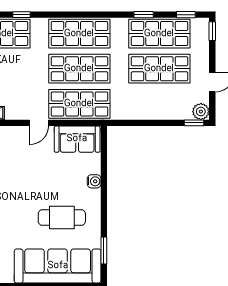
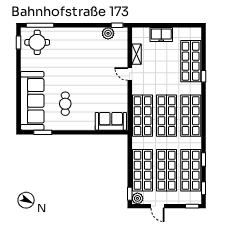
shop shelf: (159, 104) -> (143, 170), added
door: (39, 123) -> (130, 74), moved
sofa: (77, 139) -> (111, 121), moved, turned 90
water cooler: (94, 181) -> (90, 126), removed
cafe table: (62, 218) -> (65, 104), width x0.73, depth x0.74

